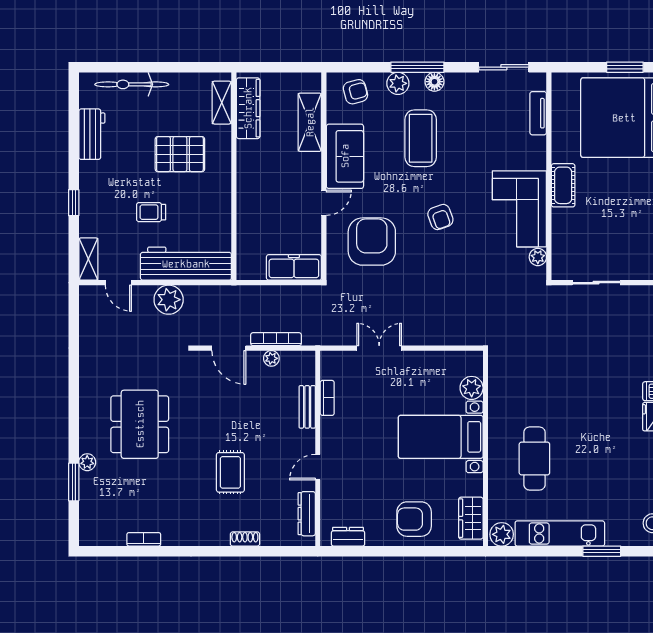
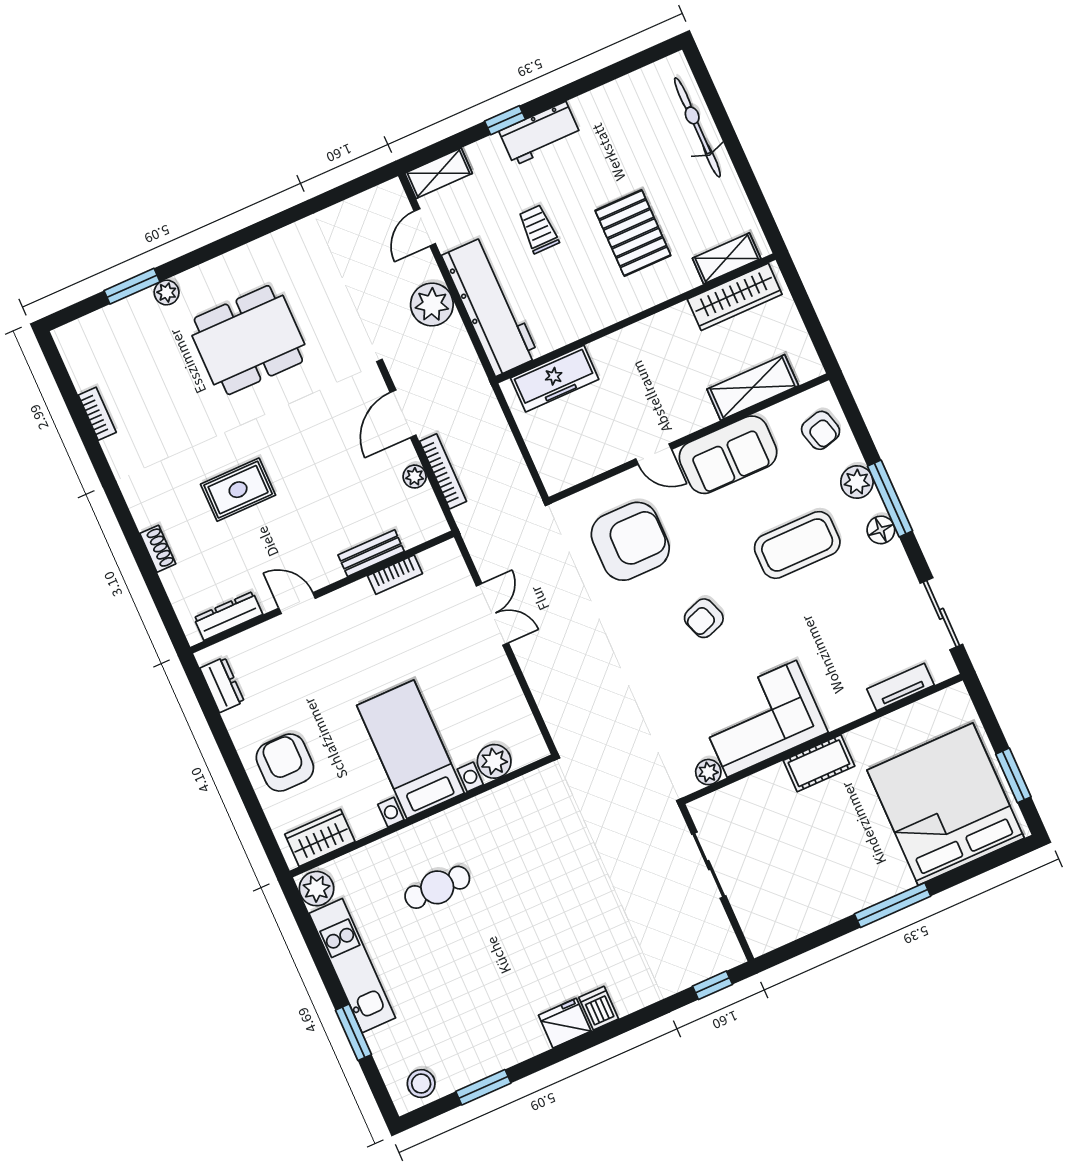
workbench: (92, 134) -> (540, 134), moved
freezer: (294, 267) -> (555, 379), moved, turned 90
cafe table: (534, 459) -> (437, 887), width x0.73, depth x0.74

